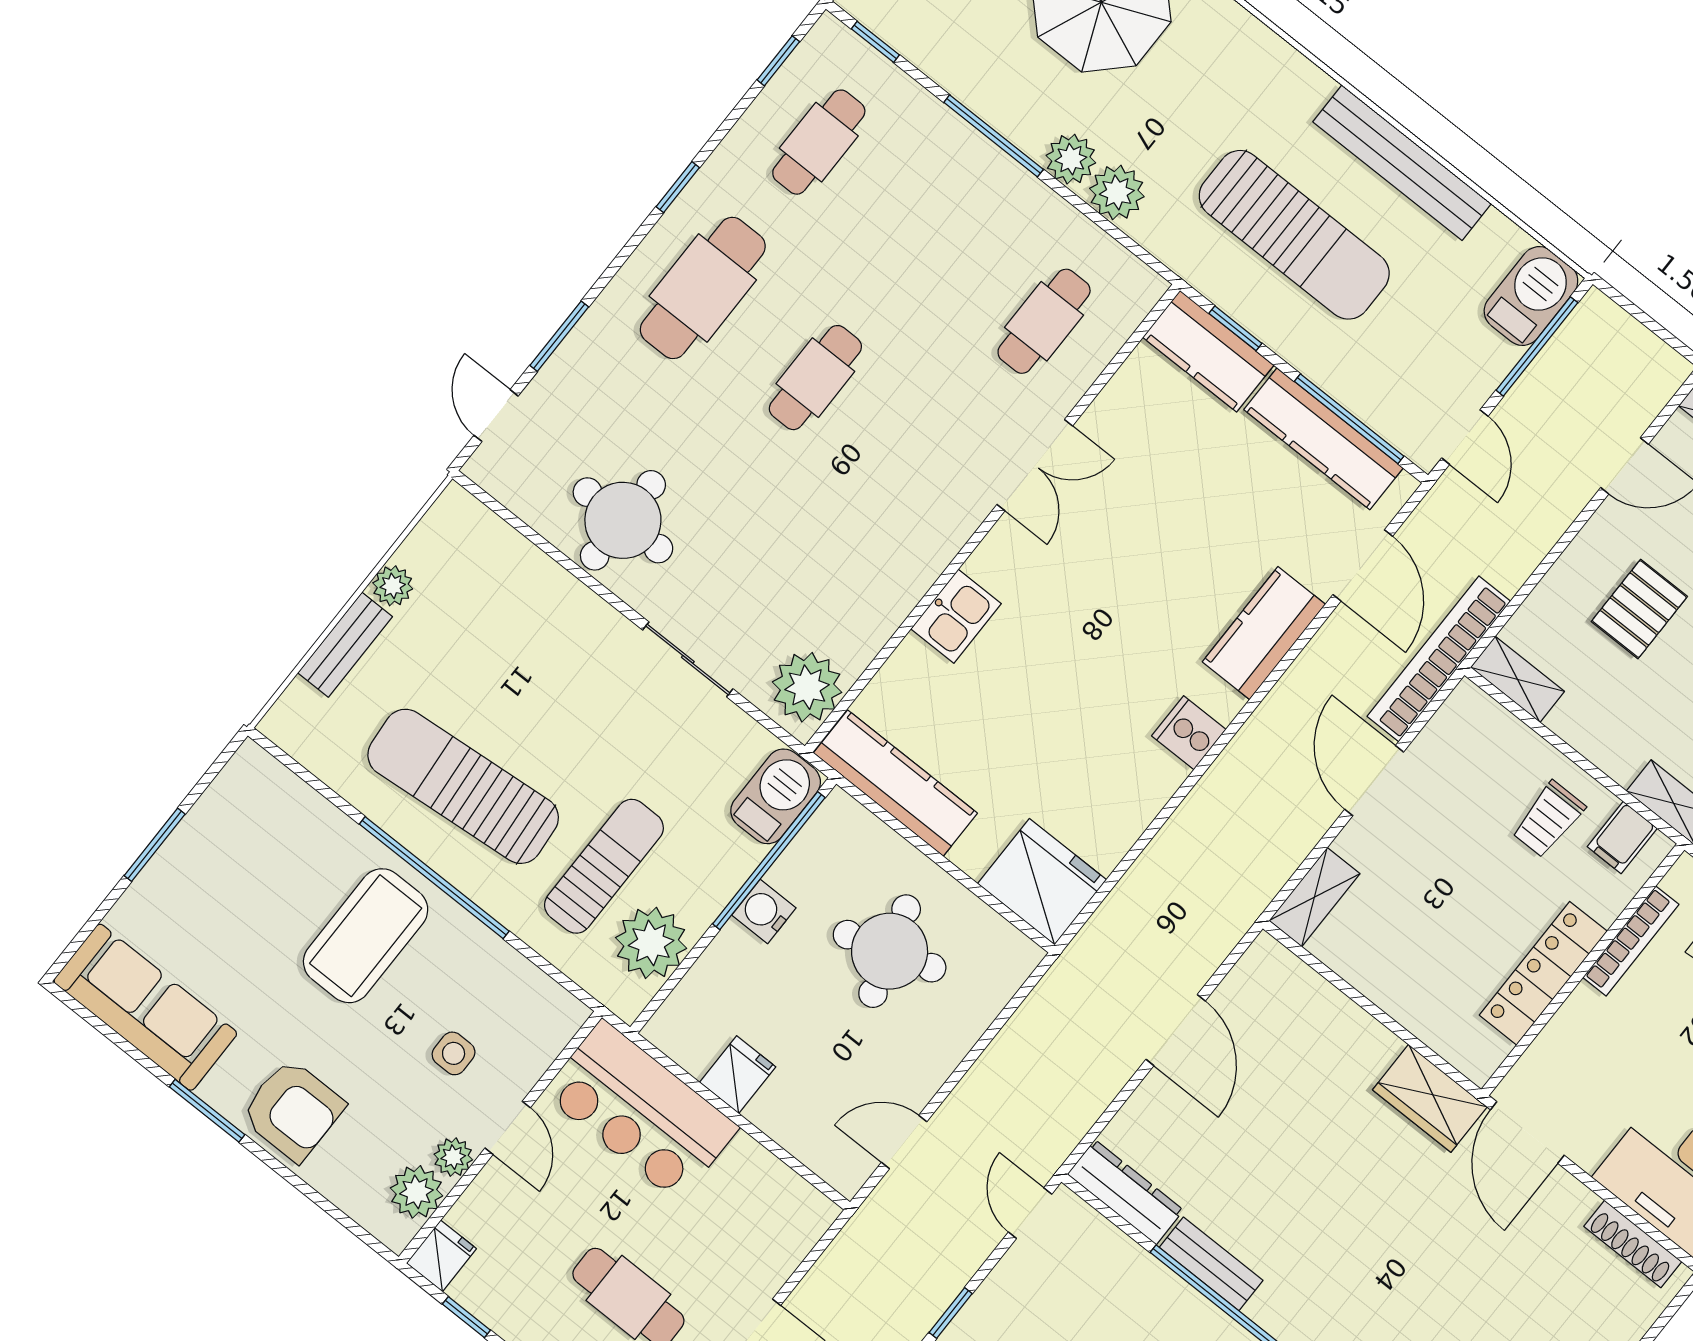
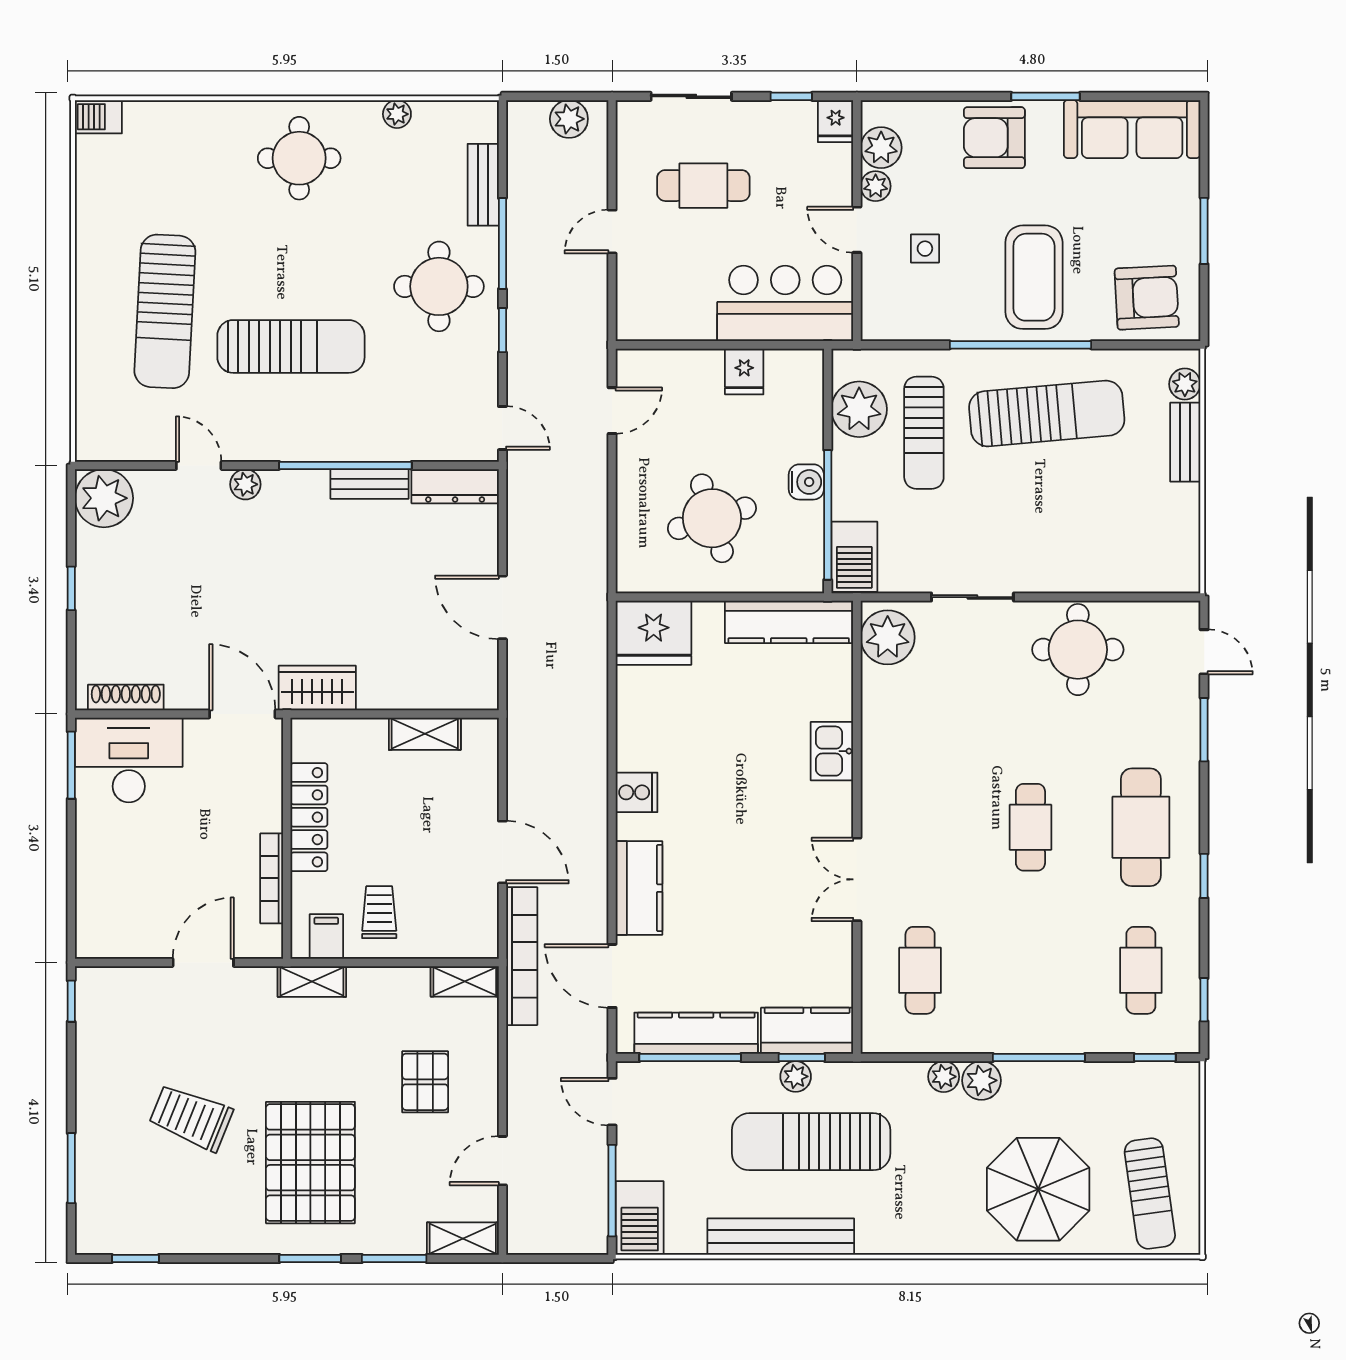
plant: (1117, 192) -> (944, 1077), width x0.73, depth x0.73
plant: (1257, 314) -> (796, 1076), added
plant: (393, 586) -> (1185, 384), moved
armchair: (267, 823) -> (1147, 298), added
shelving: (1314, 897) -> (425, 734), moved, turned 90

